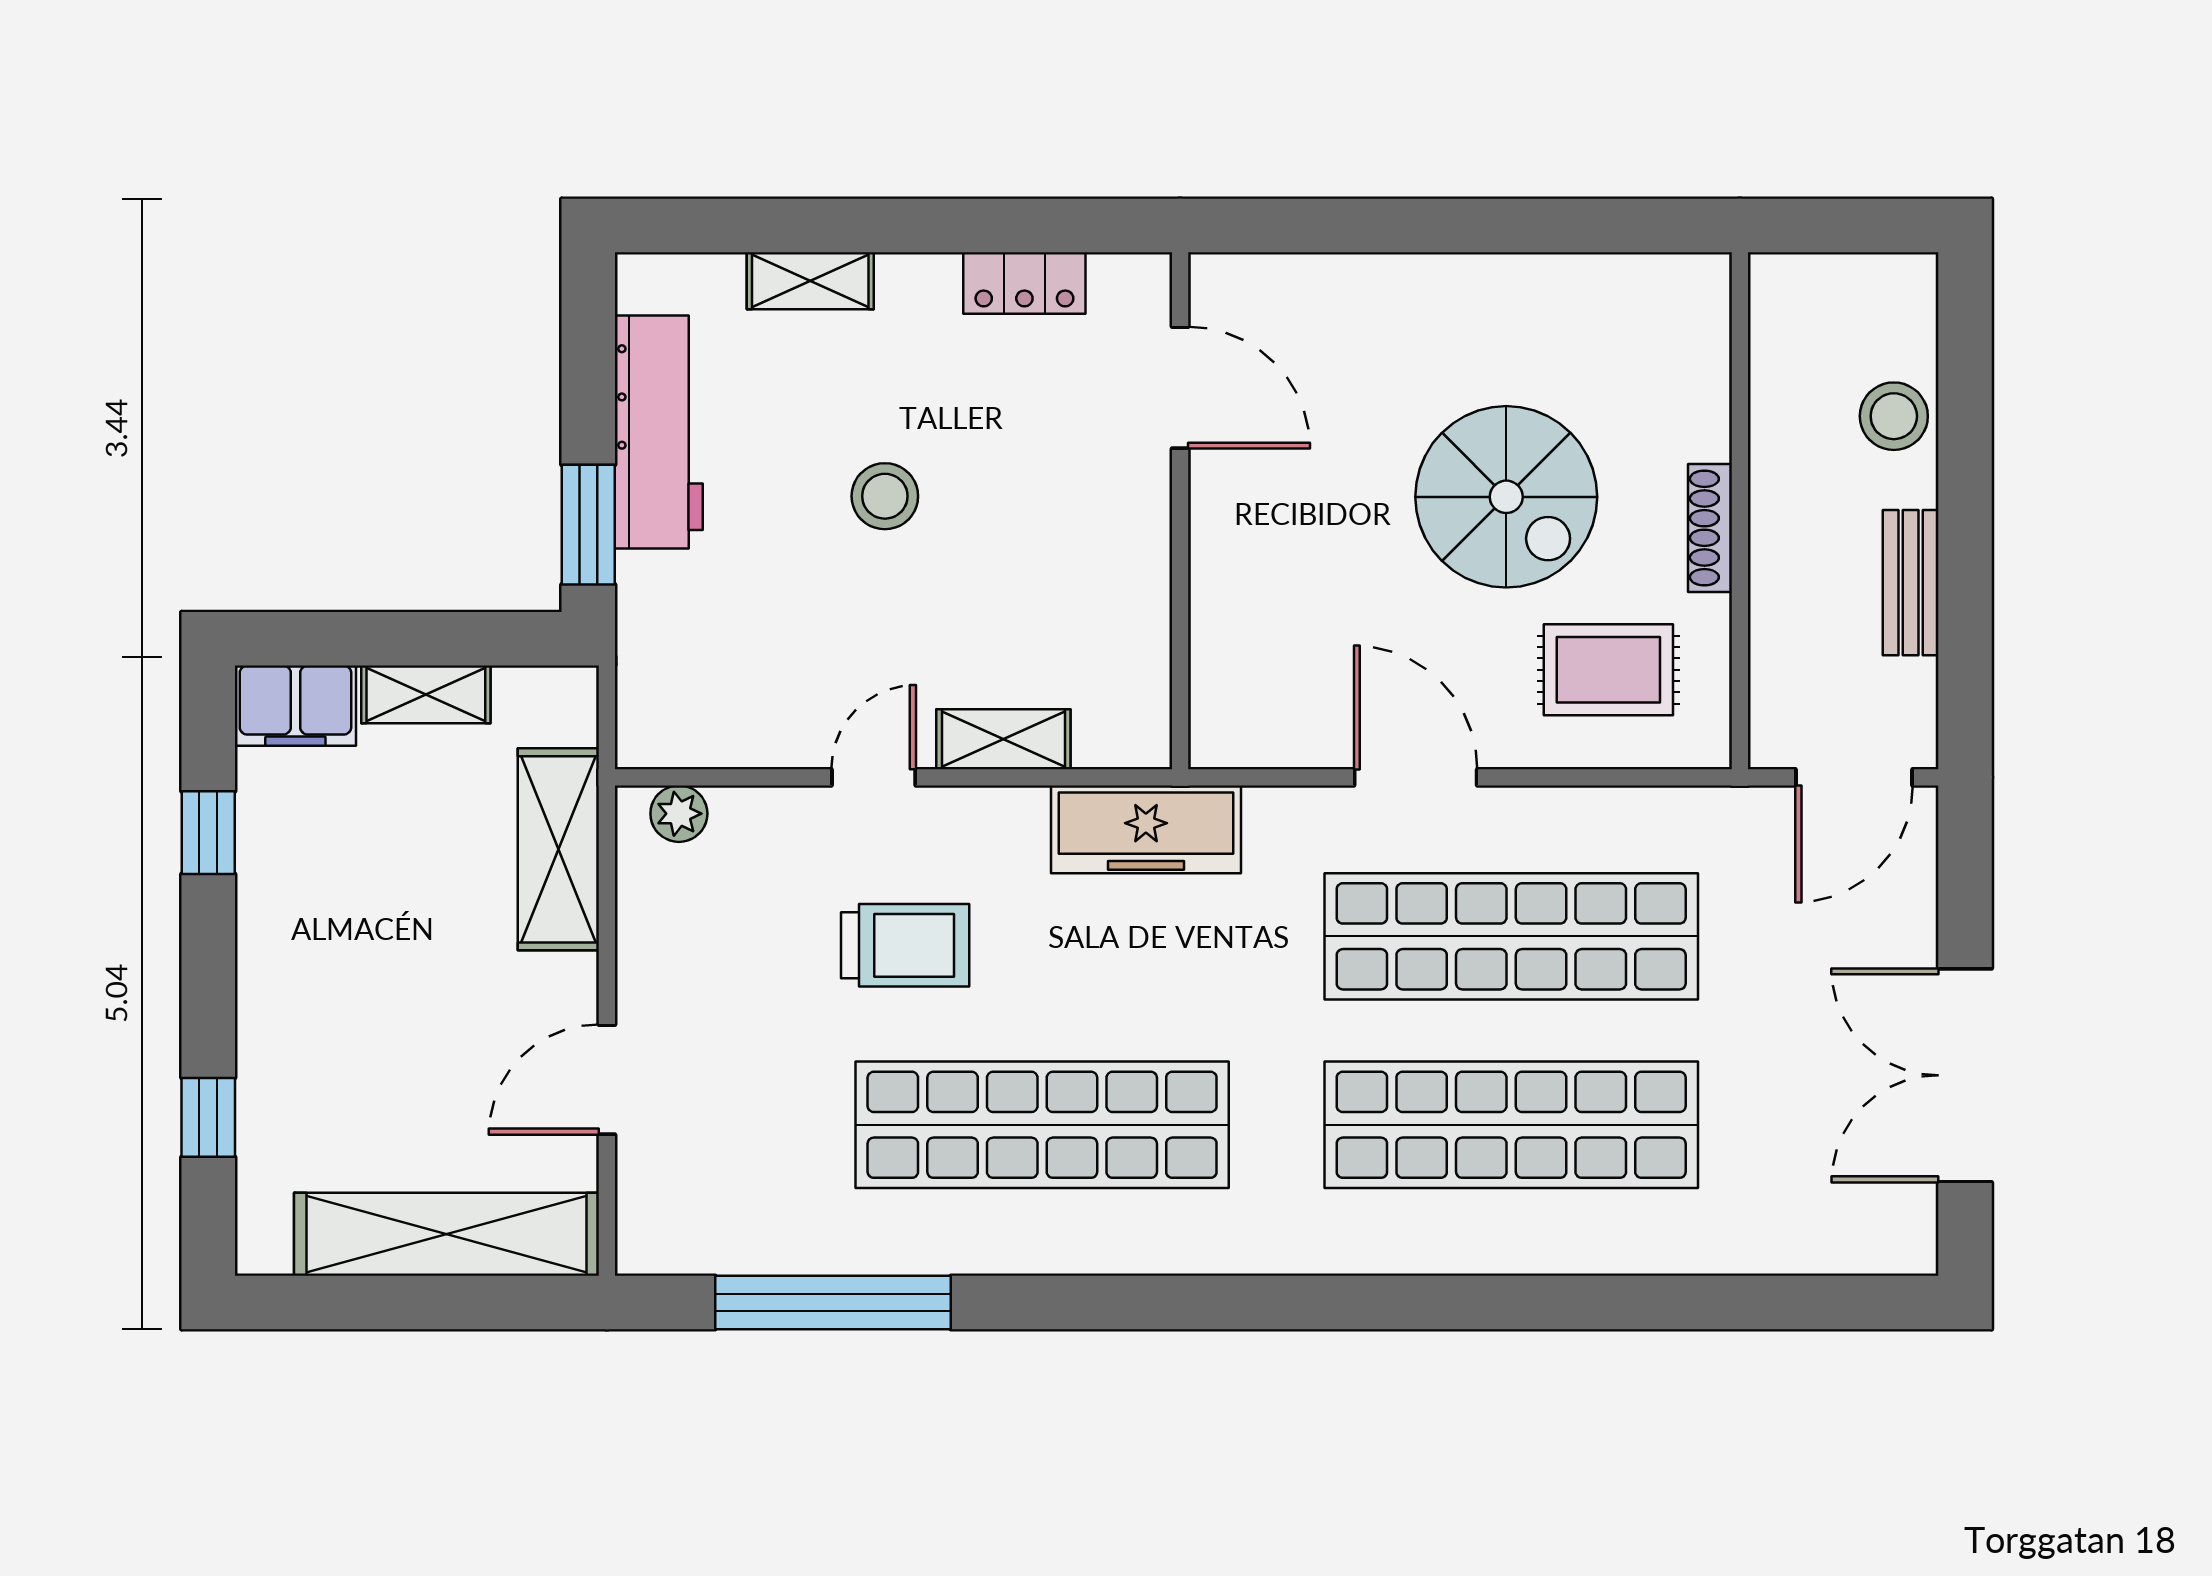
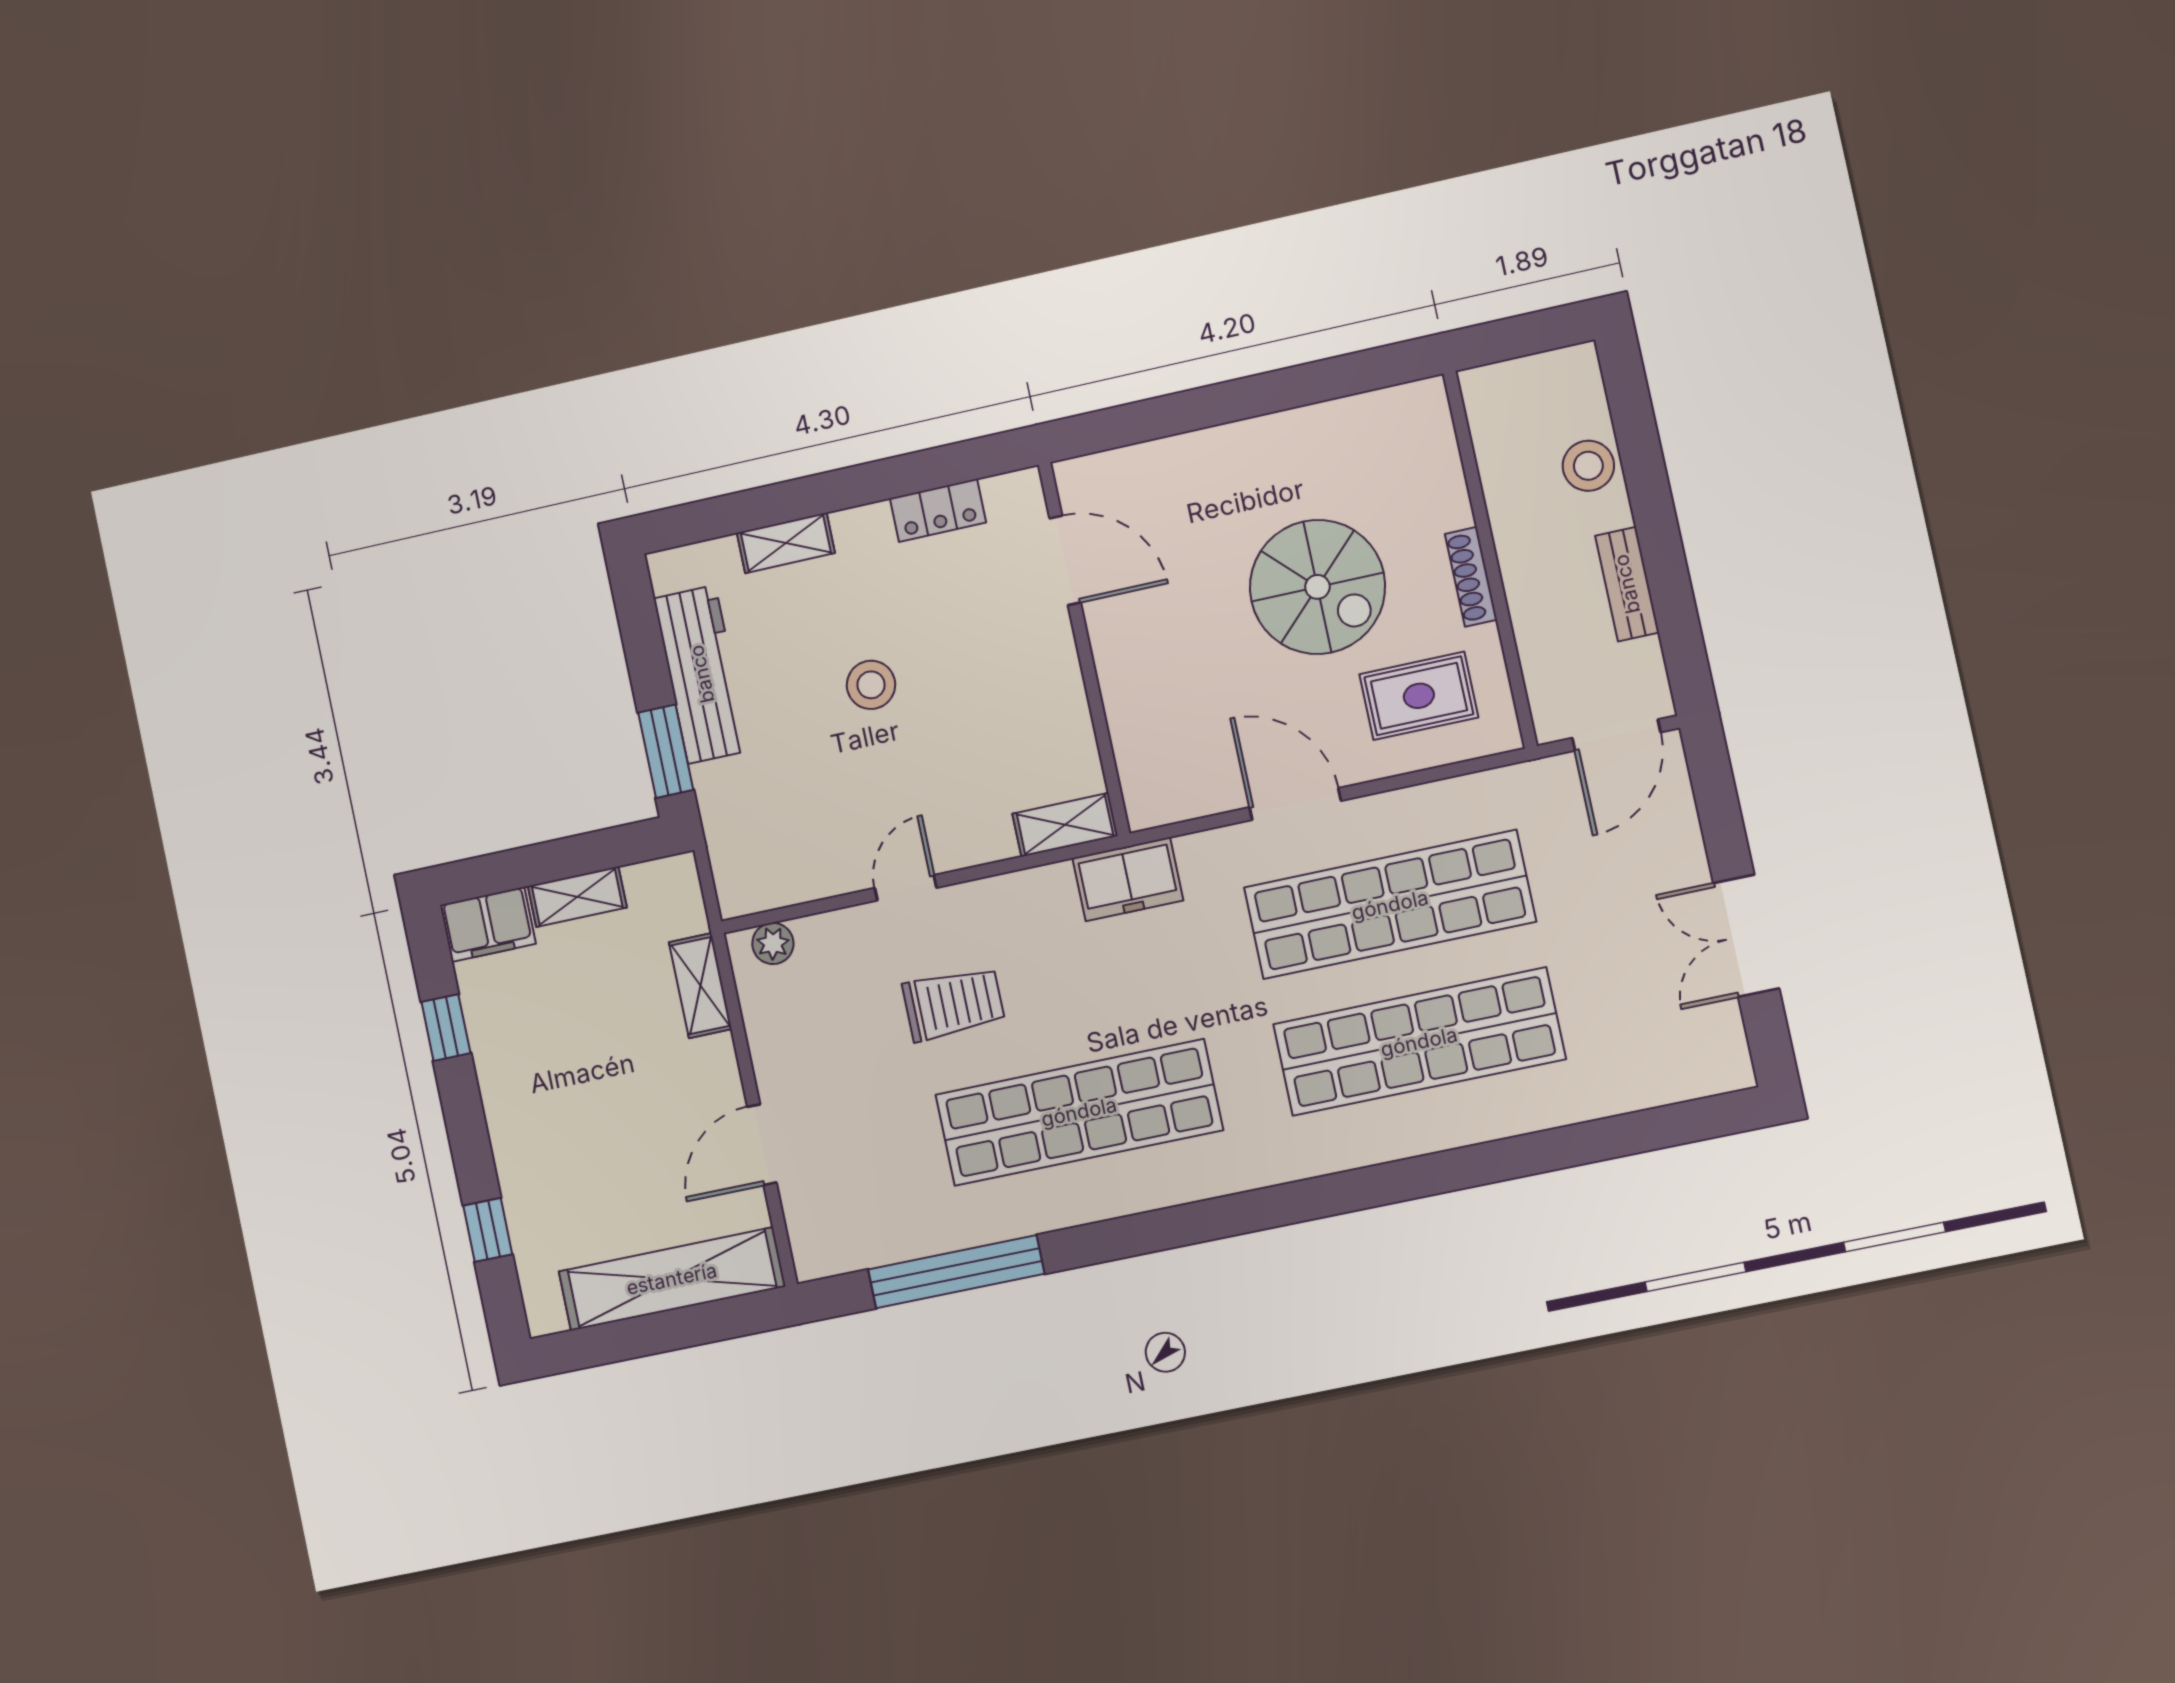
shelving: (1003, 739) -> (1065, 825), moved
freezer: (1146, 829) -> (1128, 879), width x0.71
shelving: (558, 849) -> (700, 986), width x0.67, depth x0.75
double door: (1965, 1075) -> (1746, 936), width x0.73

